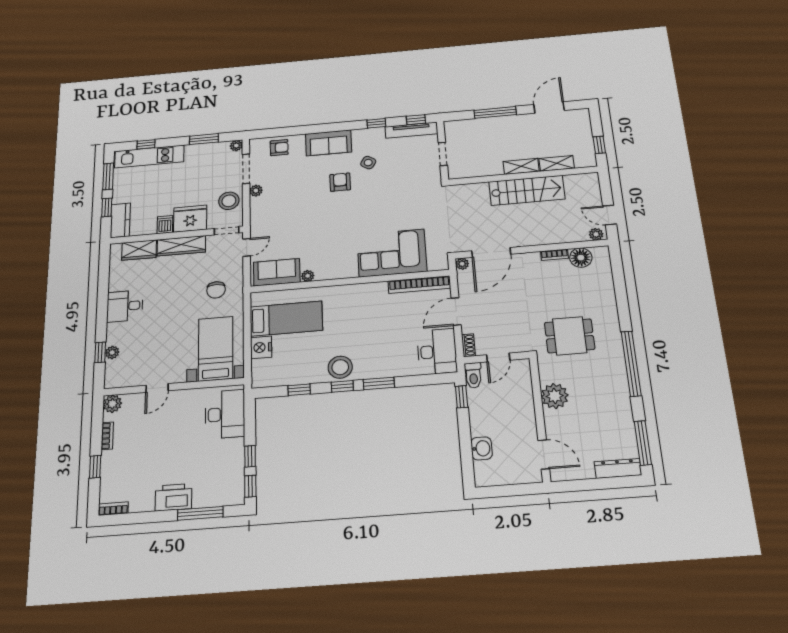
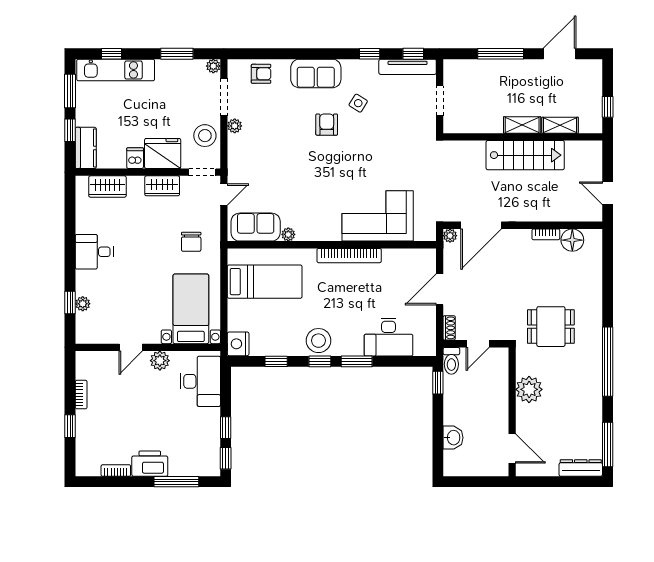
plant: (596, 234) -> (591, 214), removed
wardrobe: (181, 246) -> (162, 186), width x0.67
bookcase: (419, 285) -> (349, 256), moved
nightstand: (261, 347) -> (238, 344), moved
desk: (437, 351) -> (389, 337), moved, turned 90
plant: (112, 404) -> (160, 361), moved
bookcase: (113, 509) -> (116, 470), moved

